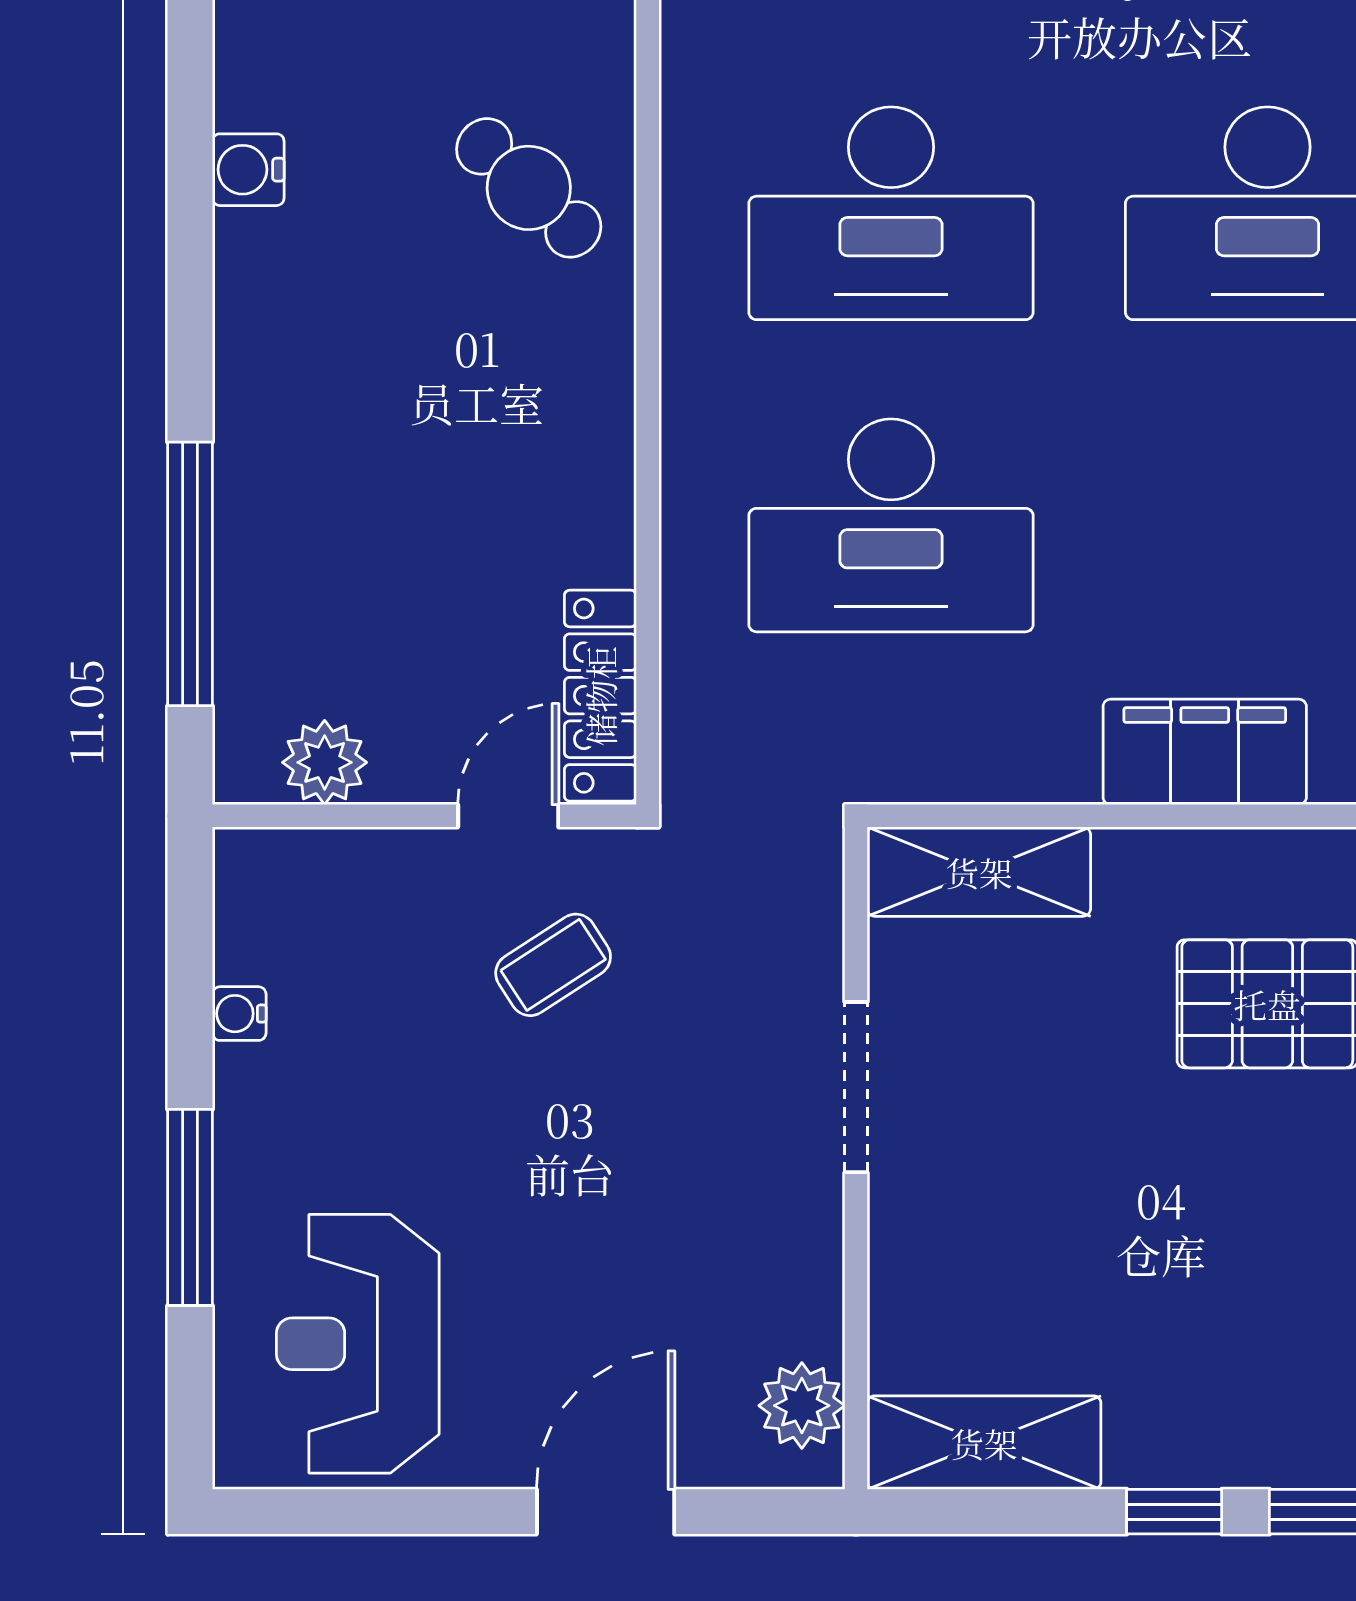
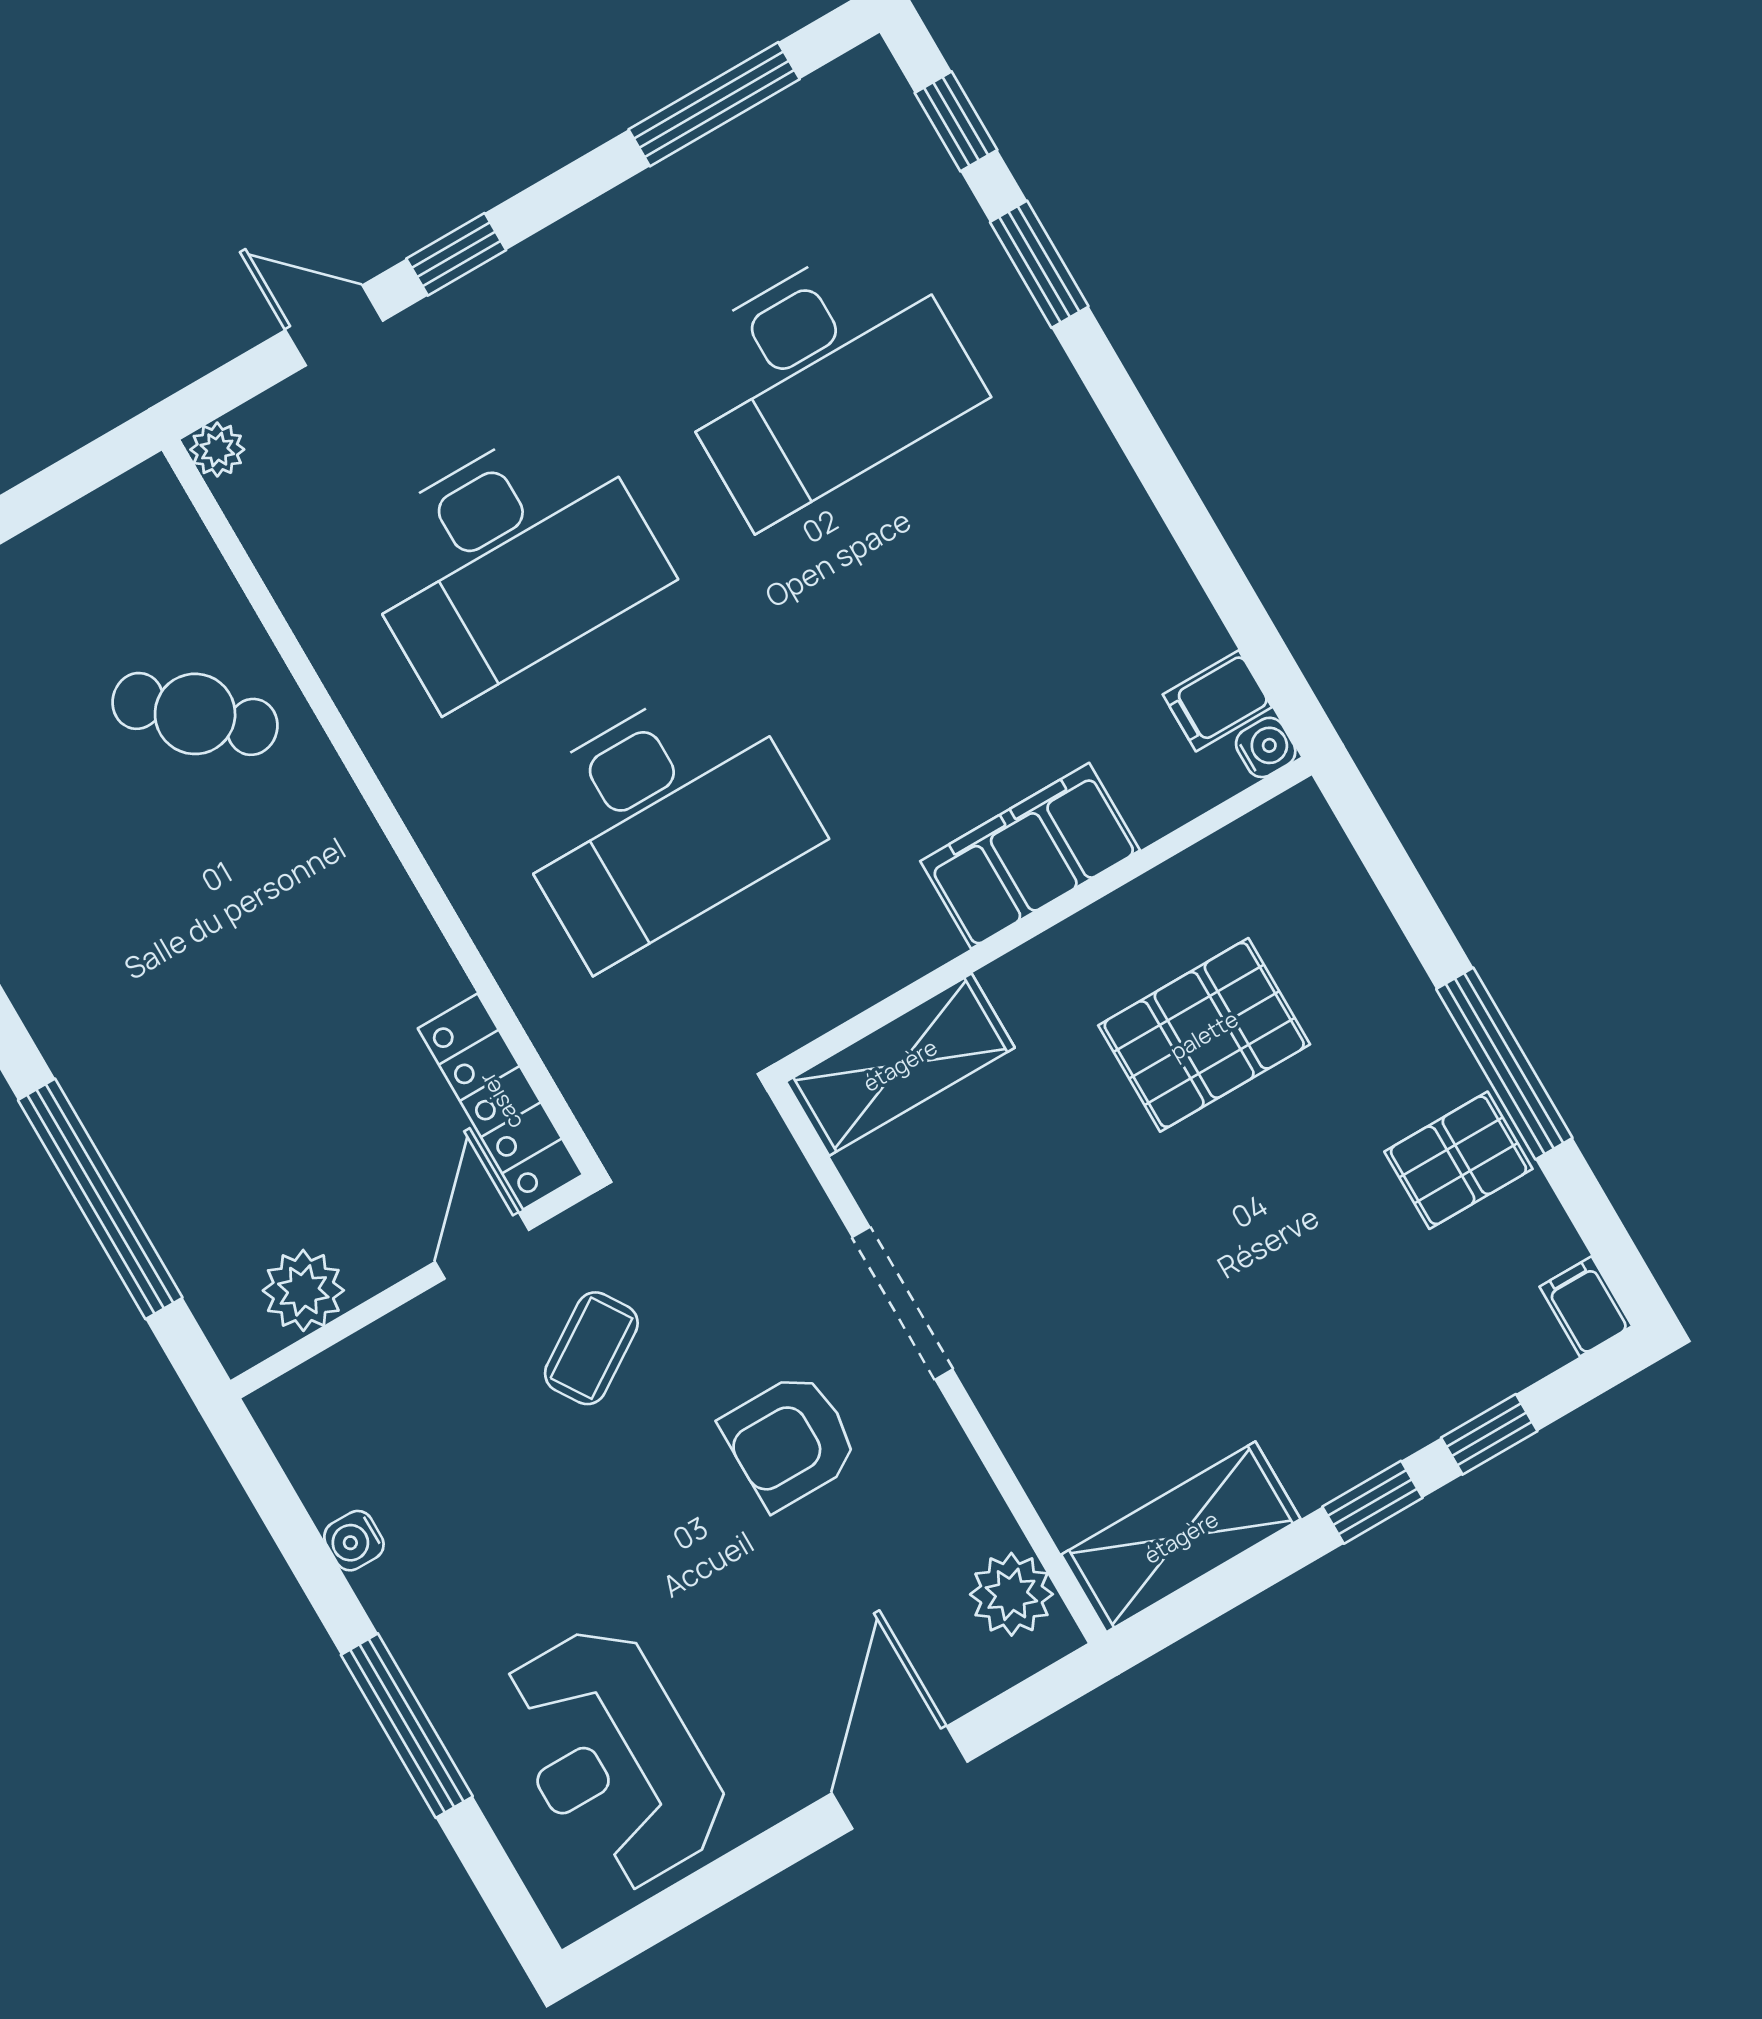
armchair: (683, 1152) -> (790, 1441), added

